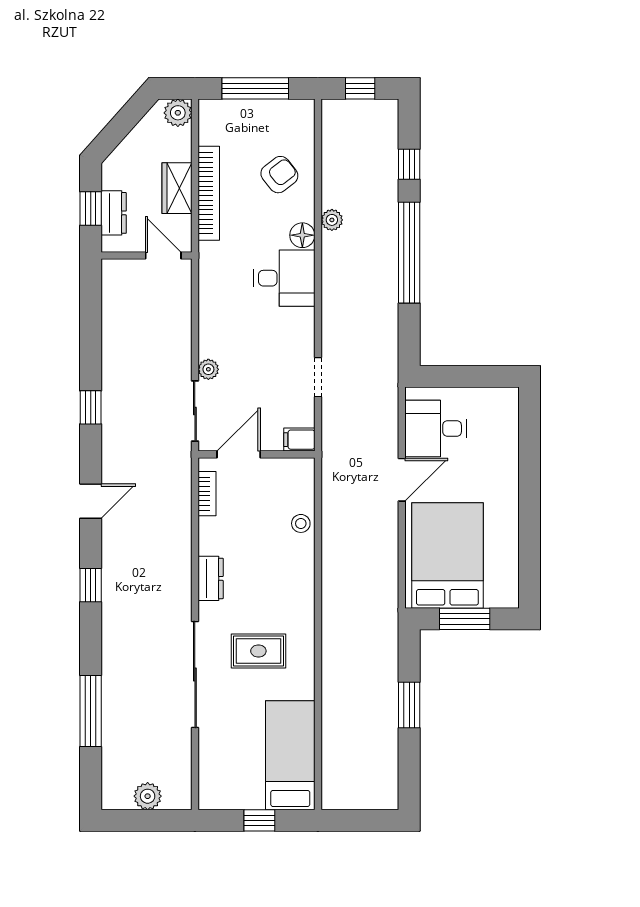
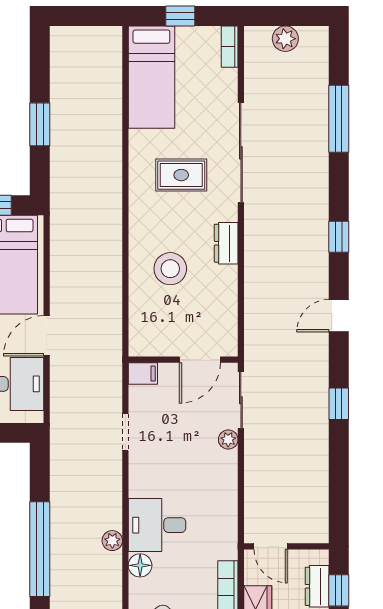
plant: (332, 220) -> (112, 541), moved
bookcase: (207, 494) -> (230, 47), moved
stool: (301, 523) -> (170, 269), moved, width x1.89, depth x1.89

